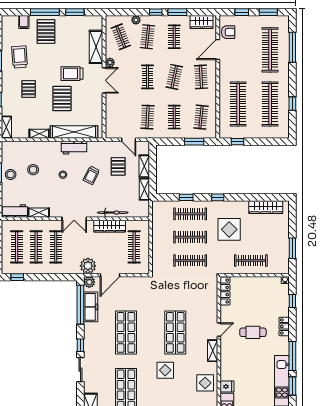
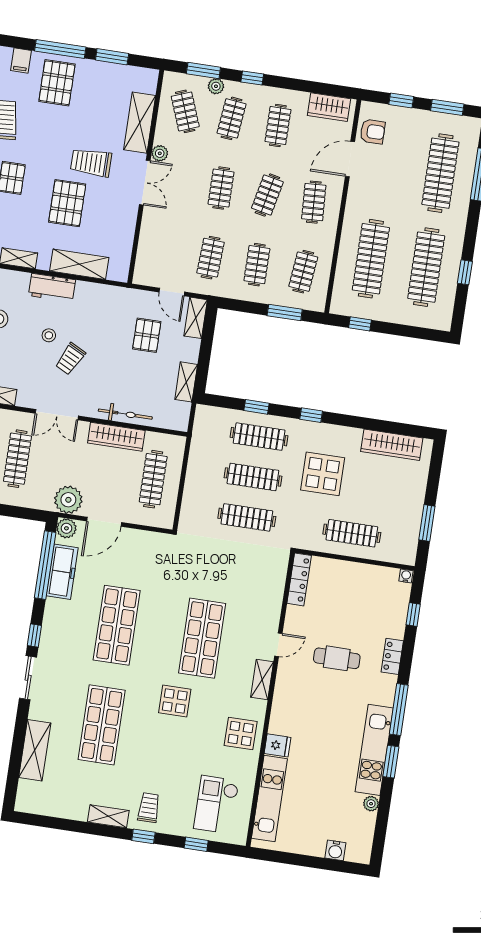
window: (177, 12) -> (203, 71), moved
shelving: (74, 132) -> (79, 264), width x0.68
workbench: (74, 148) -> (52, 288), moved
shelving: (144, 166) -> (196, 318), moved
trolley: (91, 175) -> (70, 359), moved

